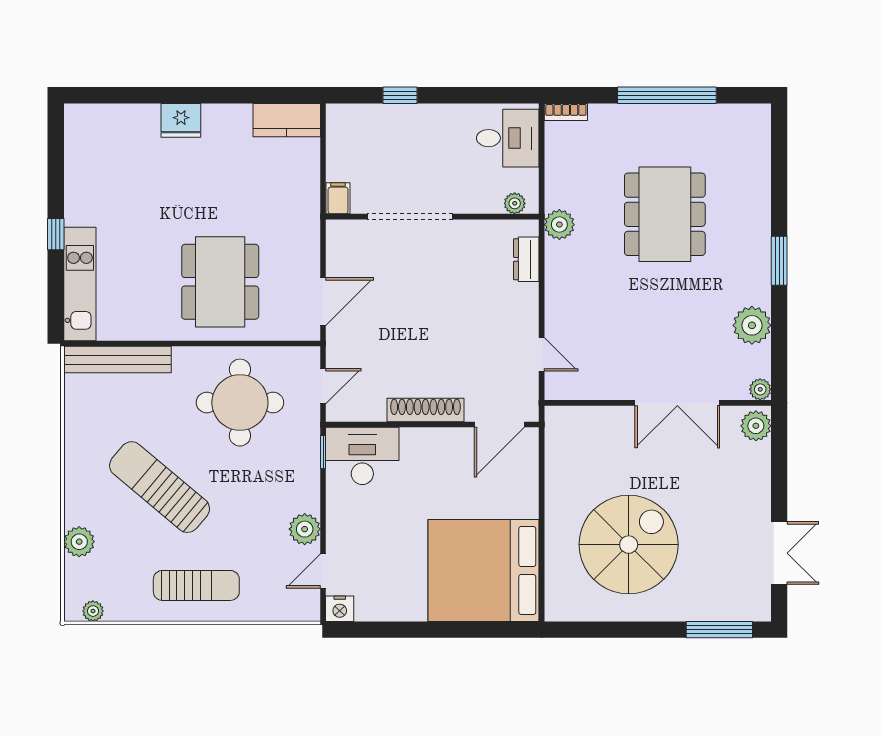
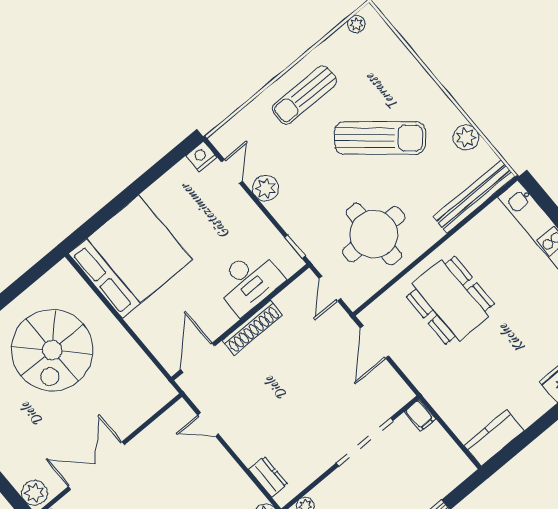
desk: (362, 456) -> (248, 281), moved
plant: (79, 542) -> (466, 137), moved

